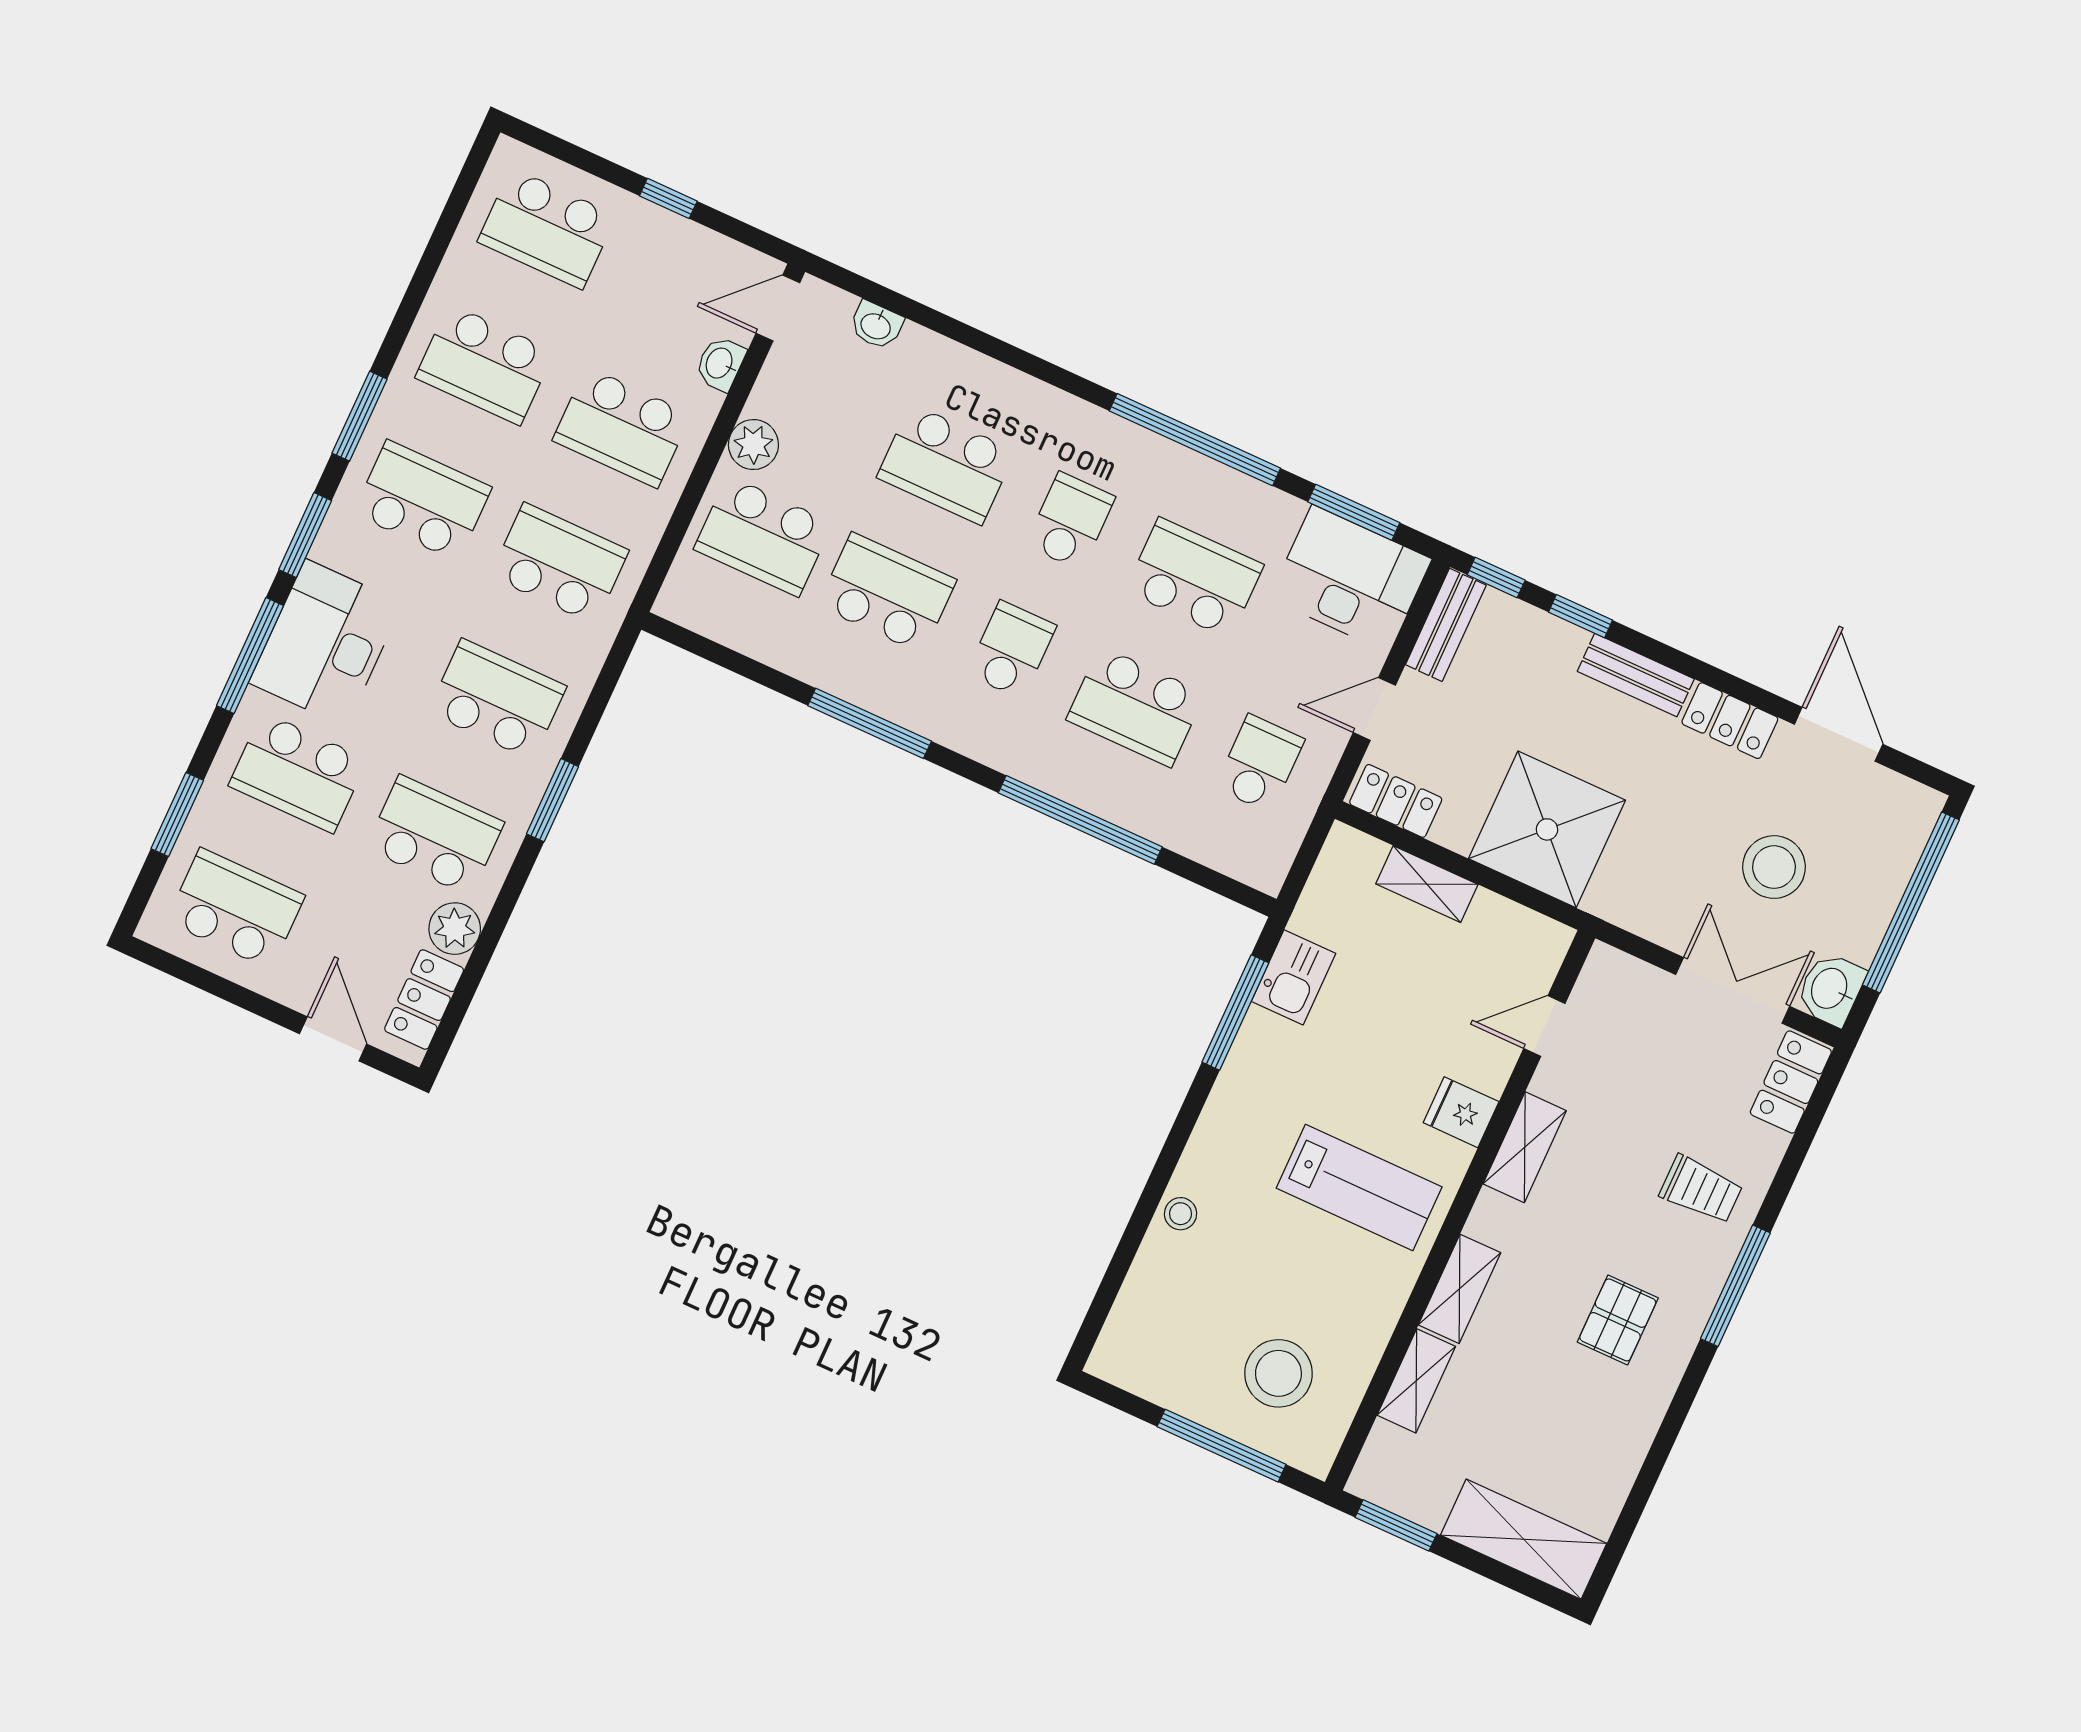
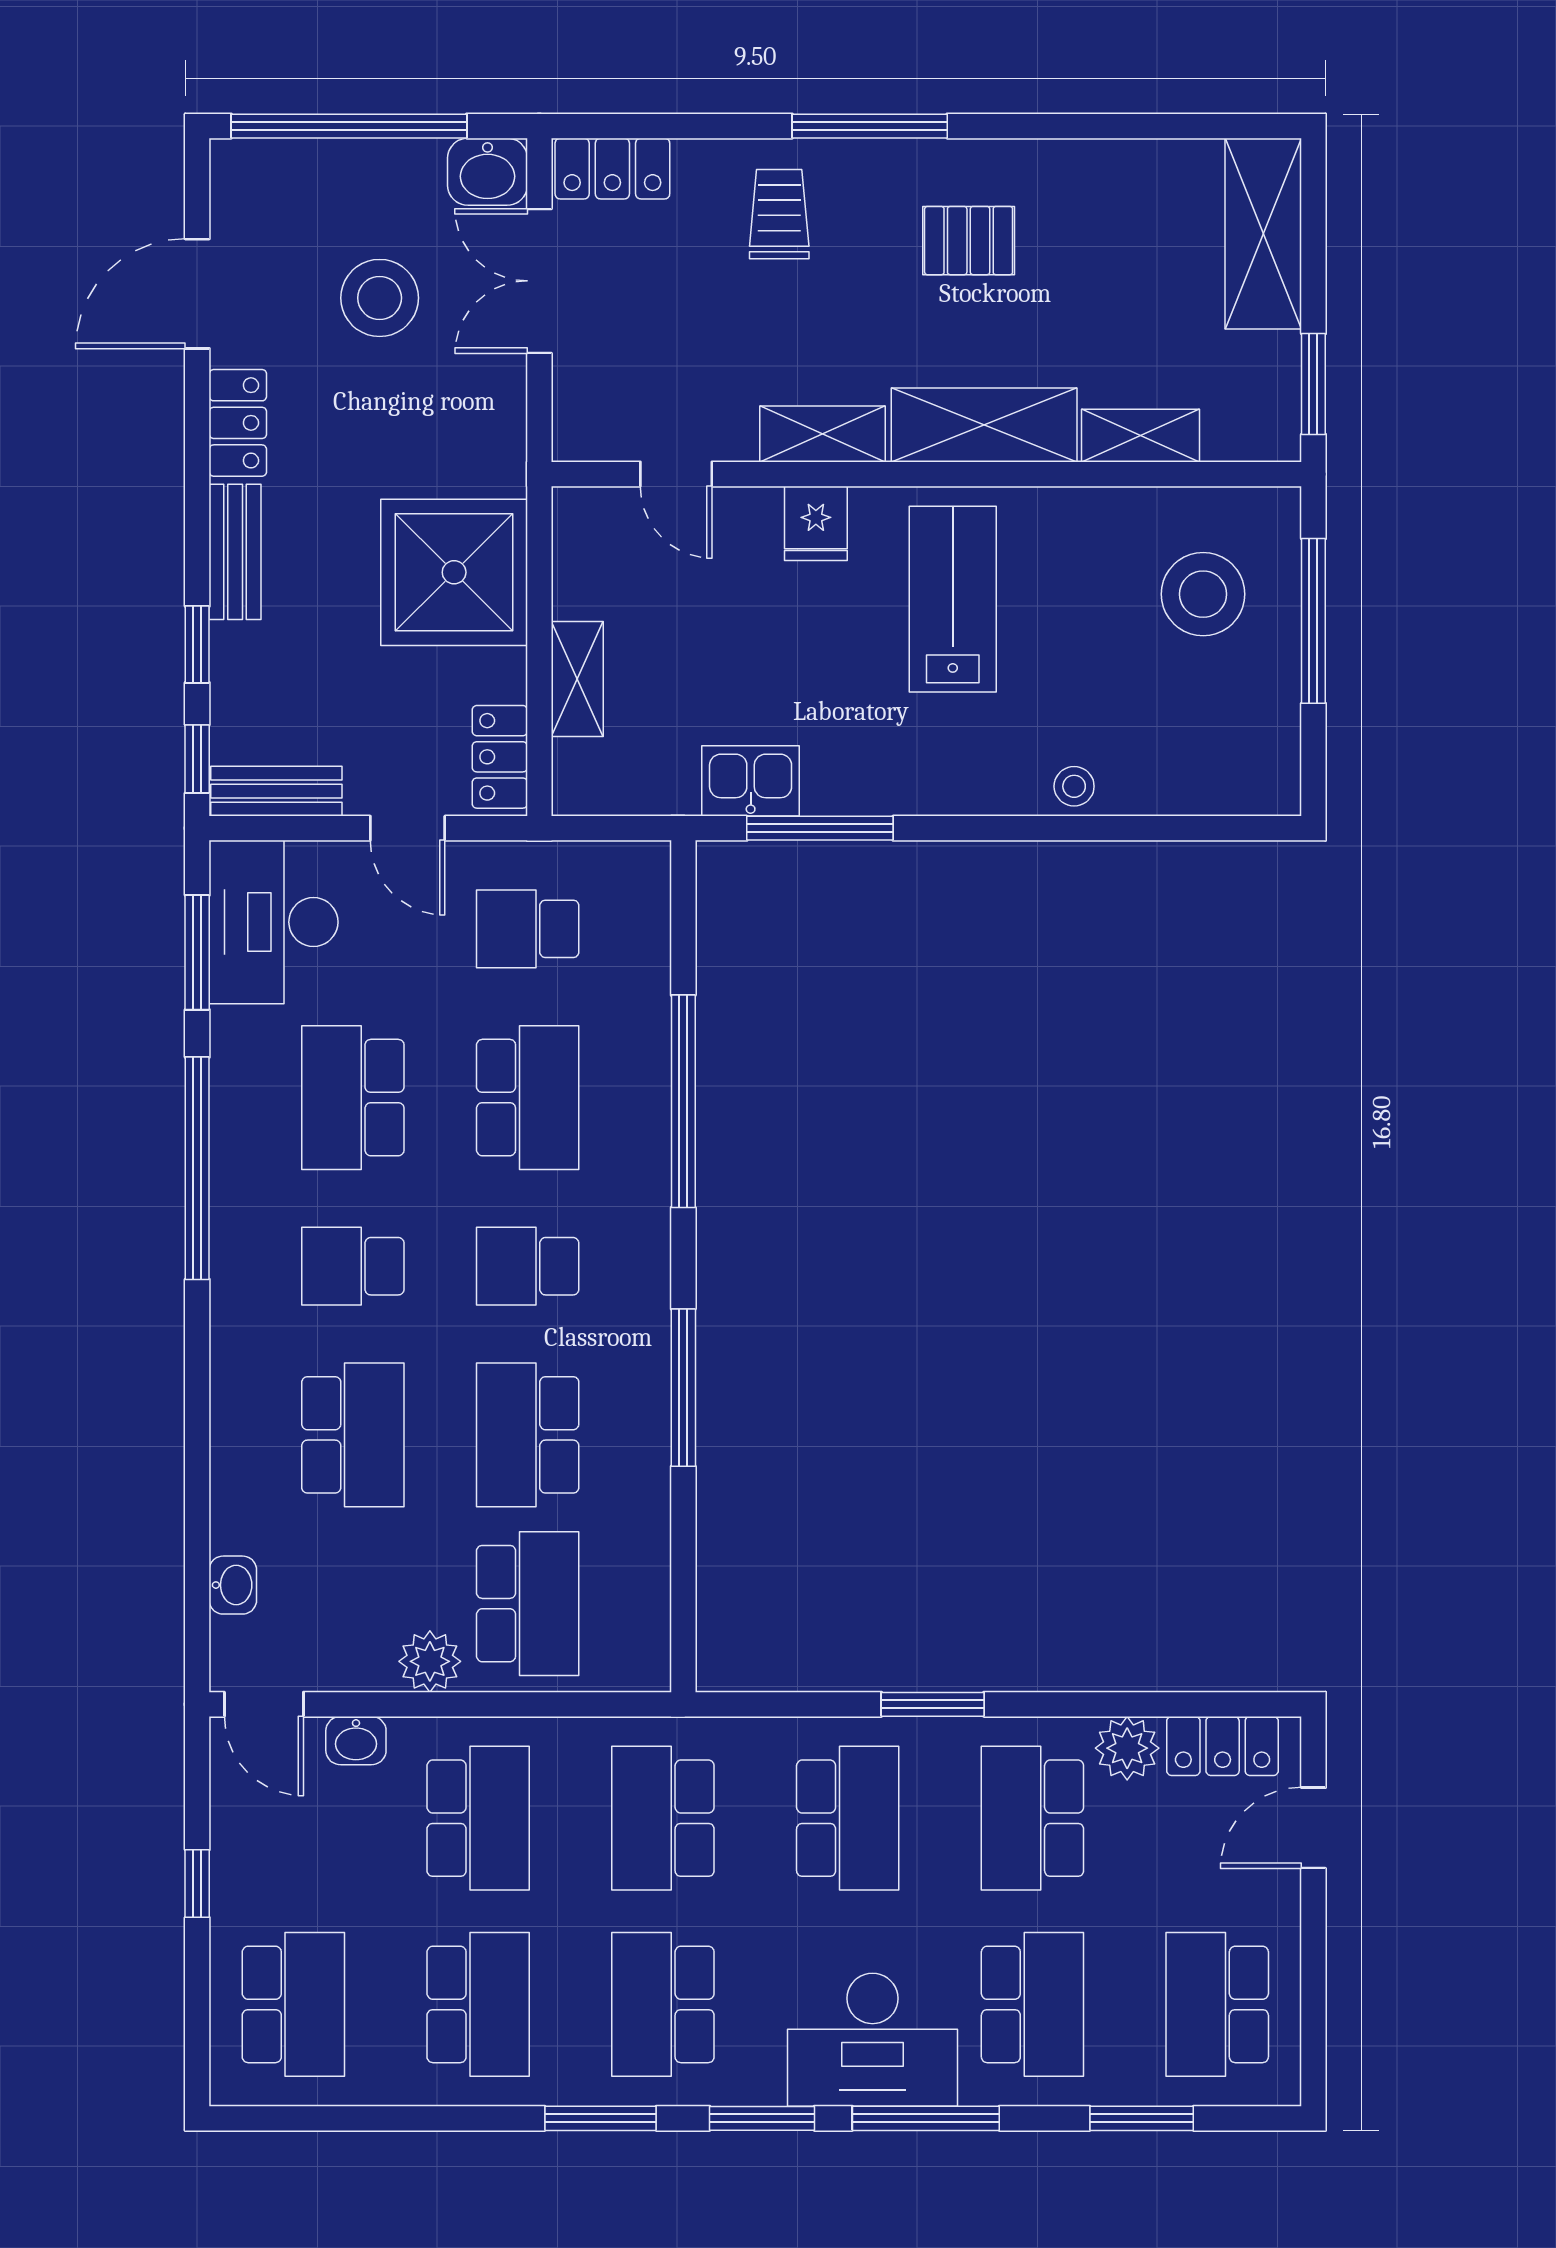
school desk: (497, 699) -> (848, 1818), turned 180
shelving: (1460, 1289) -> (984, 425), width x1.50, depth x1.33

